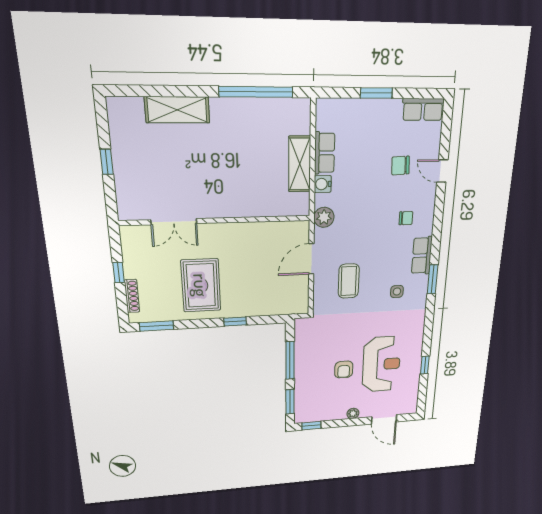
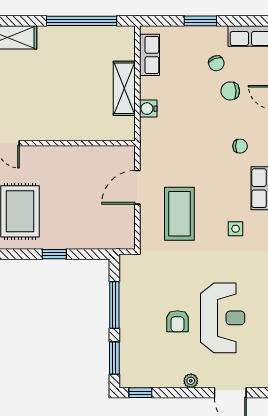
chair: (389, 138) -> (216, 63), added
row of seats: (325, 153) -> (150, 55), moved
plant: (324, 217) -> (150, 143), removed
coffee table: (349, 281) -> (179, 214), width x1.36, depth x1.32

